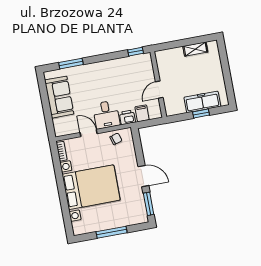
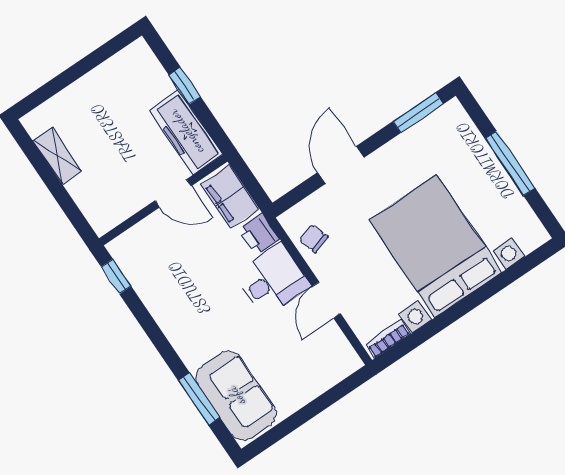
sofa: (59, 97) -> (236, 396), moved, turned 90
freezer: (202, 102) -> (186, 132), moved
filing cabinet: (142, 113) -> (230, 197), width x2.00
door: (143, 176) -> (341, 165), moved

